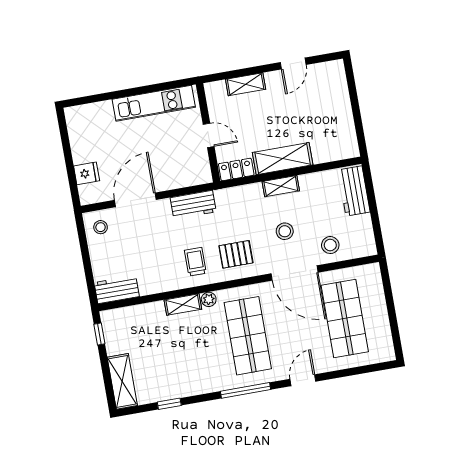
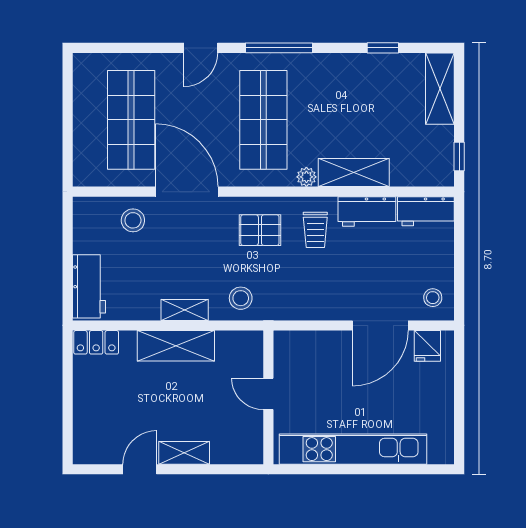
shelving: (246, 84) -> (184, 453), moved
kitchen unit: (154, 103) -> (353, 449), width x1.36
locker: (236, 169) -> (96, 342), moved
fridge: (87, 173) -> (427, 346), moved, turned -90
workbench: (193, 205) -> (367, 211), moved, turned 180
stool: (285, 231) -> (241, 298), moved
shelving: (183, 305) -> (354, 173), width x1.50, depth x1.33

